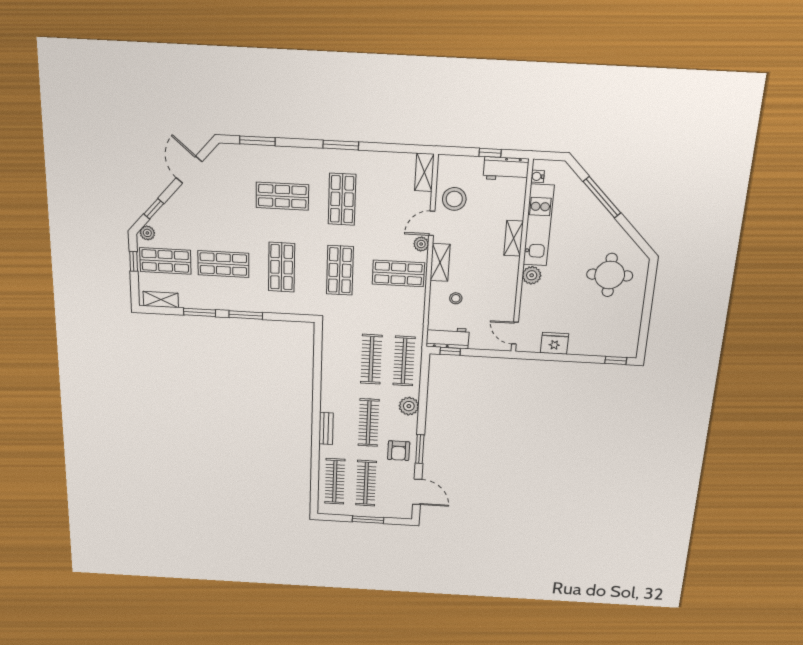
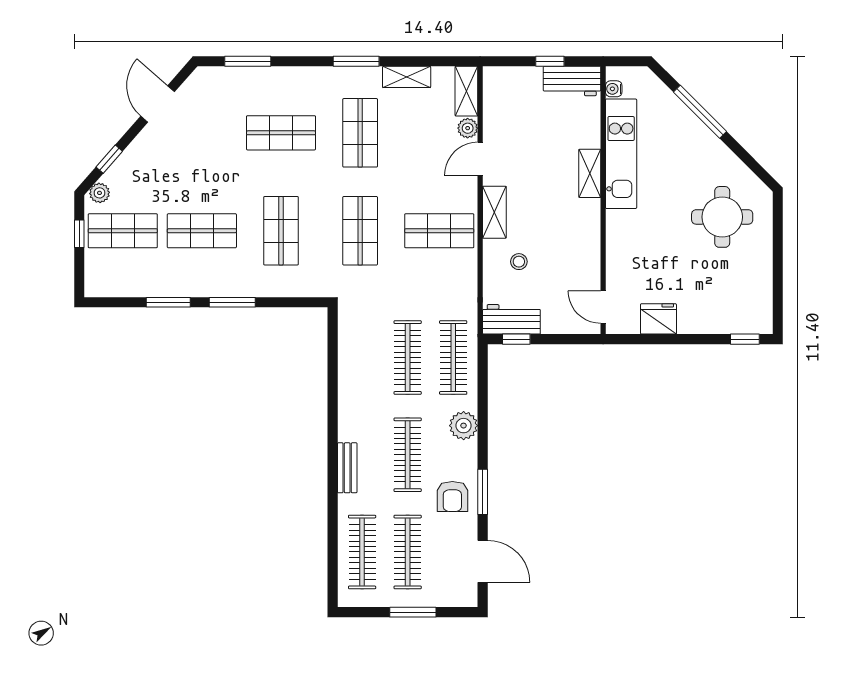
stool: (454, 199) -> (508, 124), removed
plant: (421, 244) -> (468, 128), moved
plant: (532, 275) -> (618, 223), removed
shelving: (161, 300) -> (407, 77), moved

